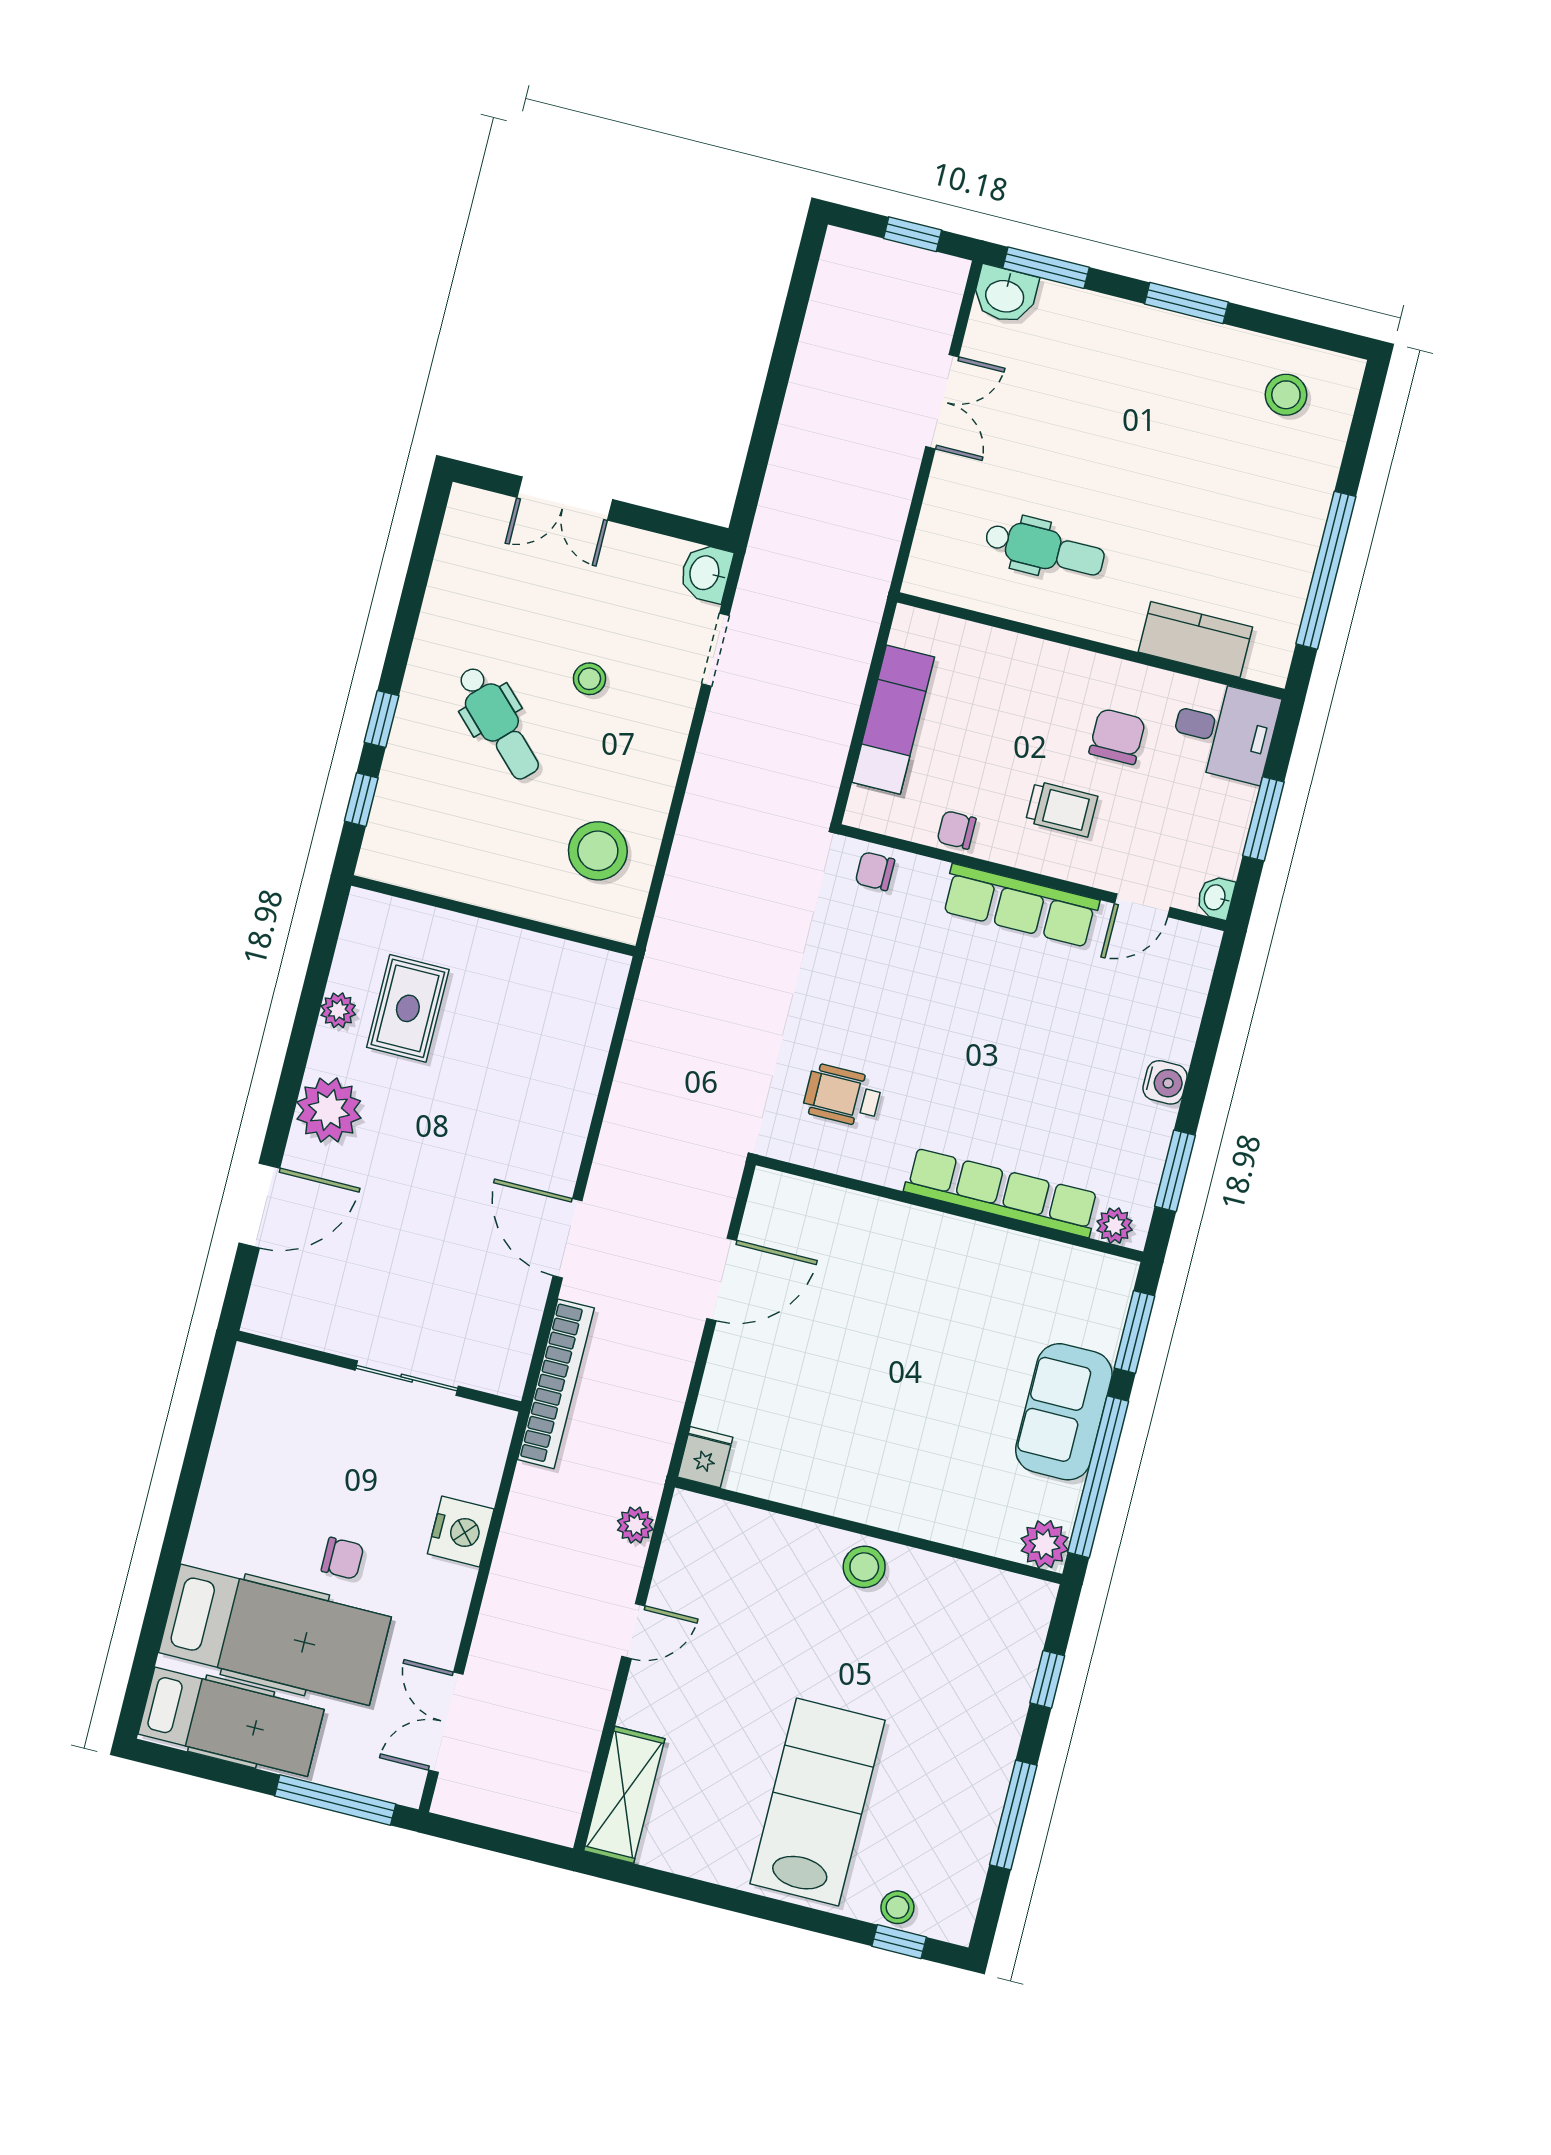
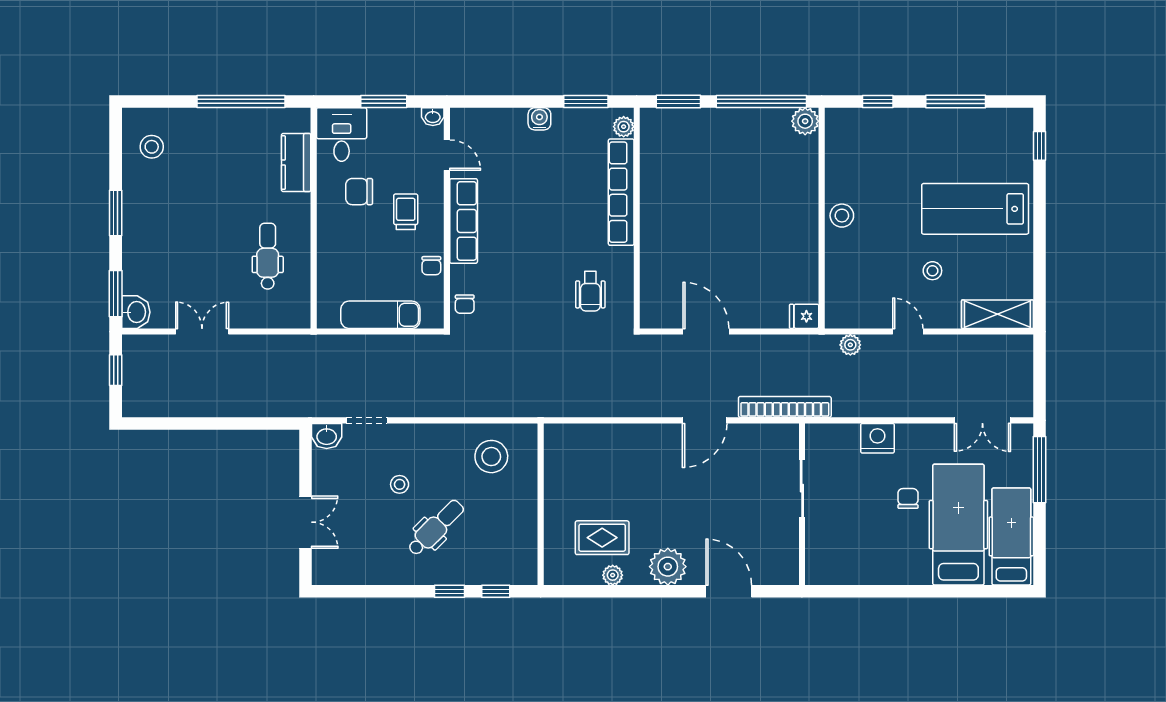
sofa: (1064, 1412) -> (731, 129), removed
stool: (897, 1907) -> (932, 271), moved

